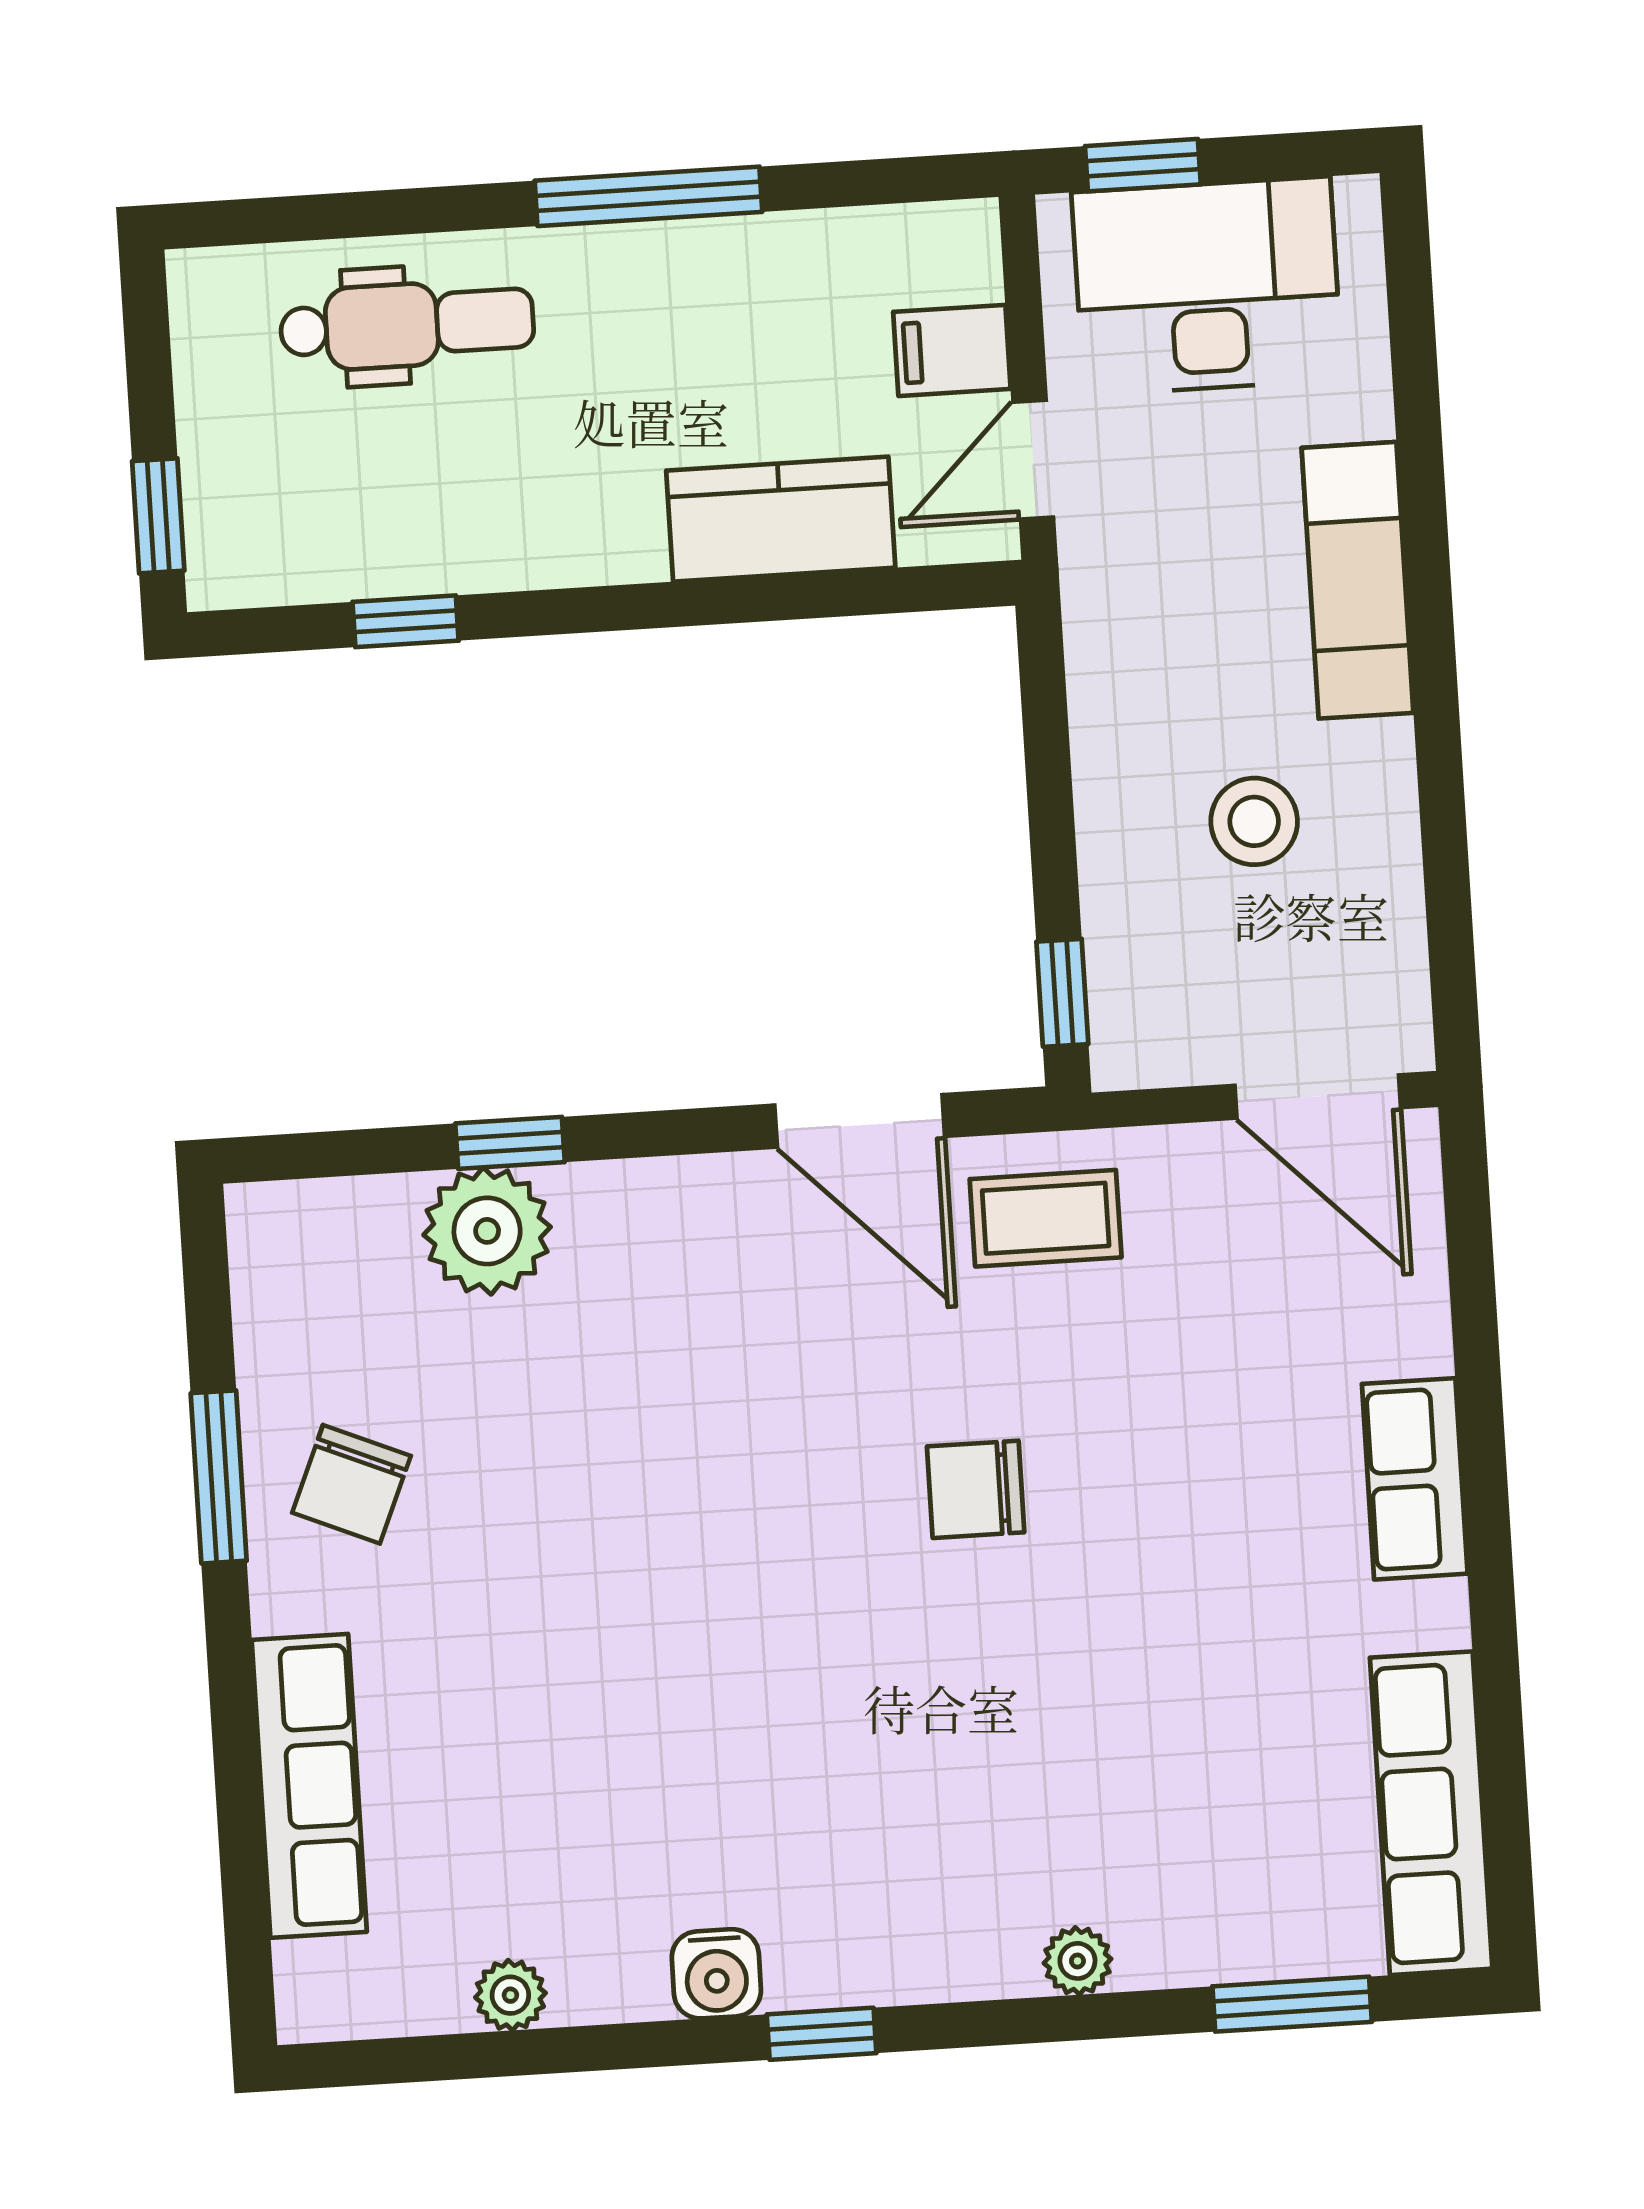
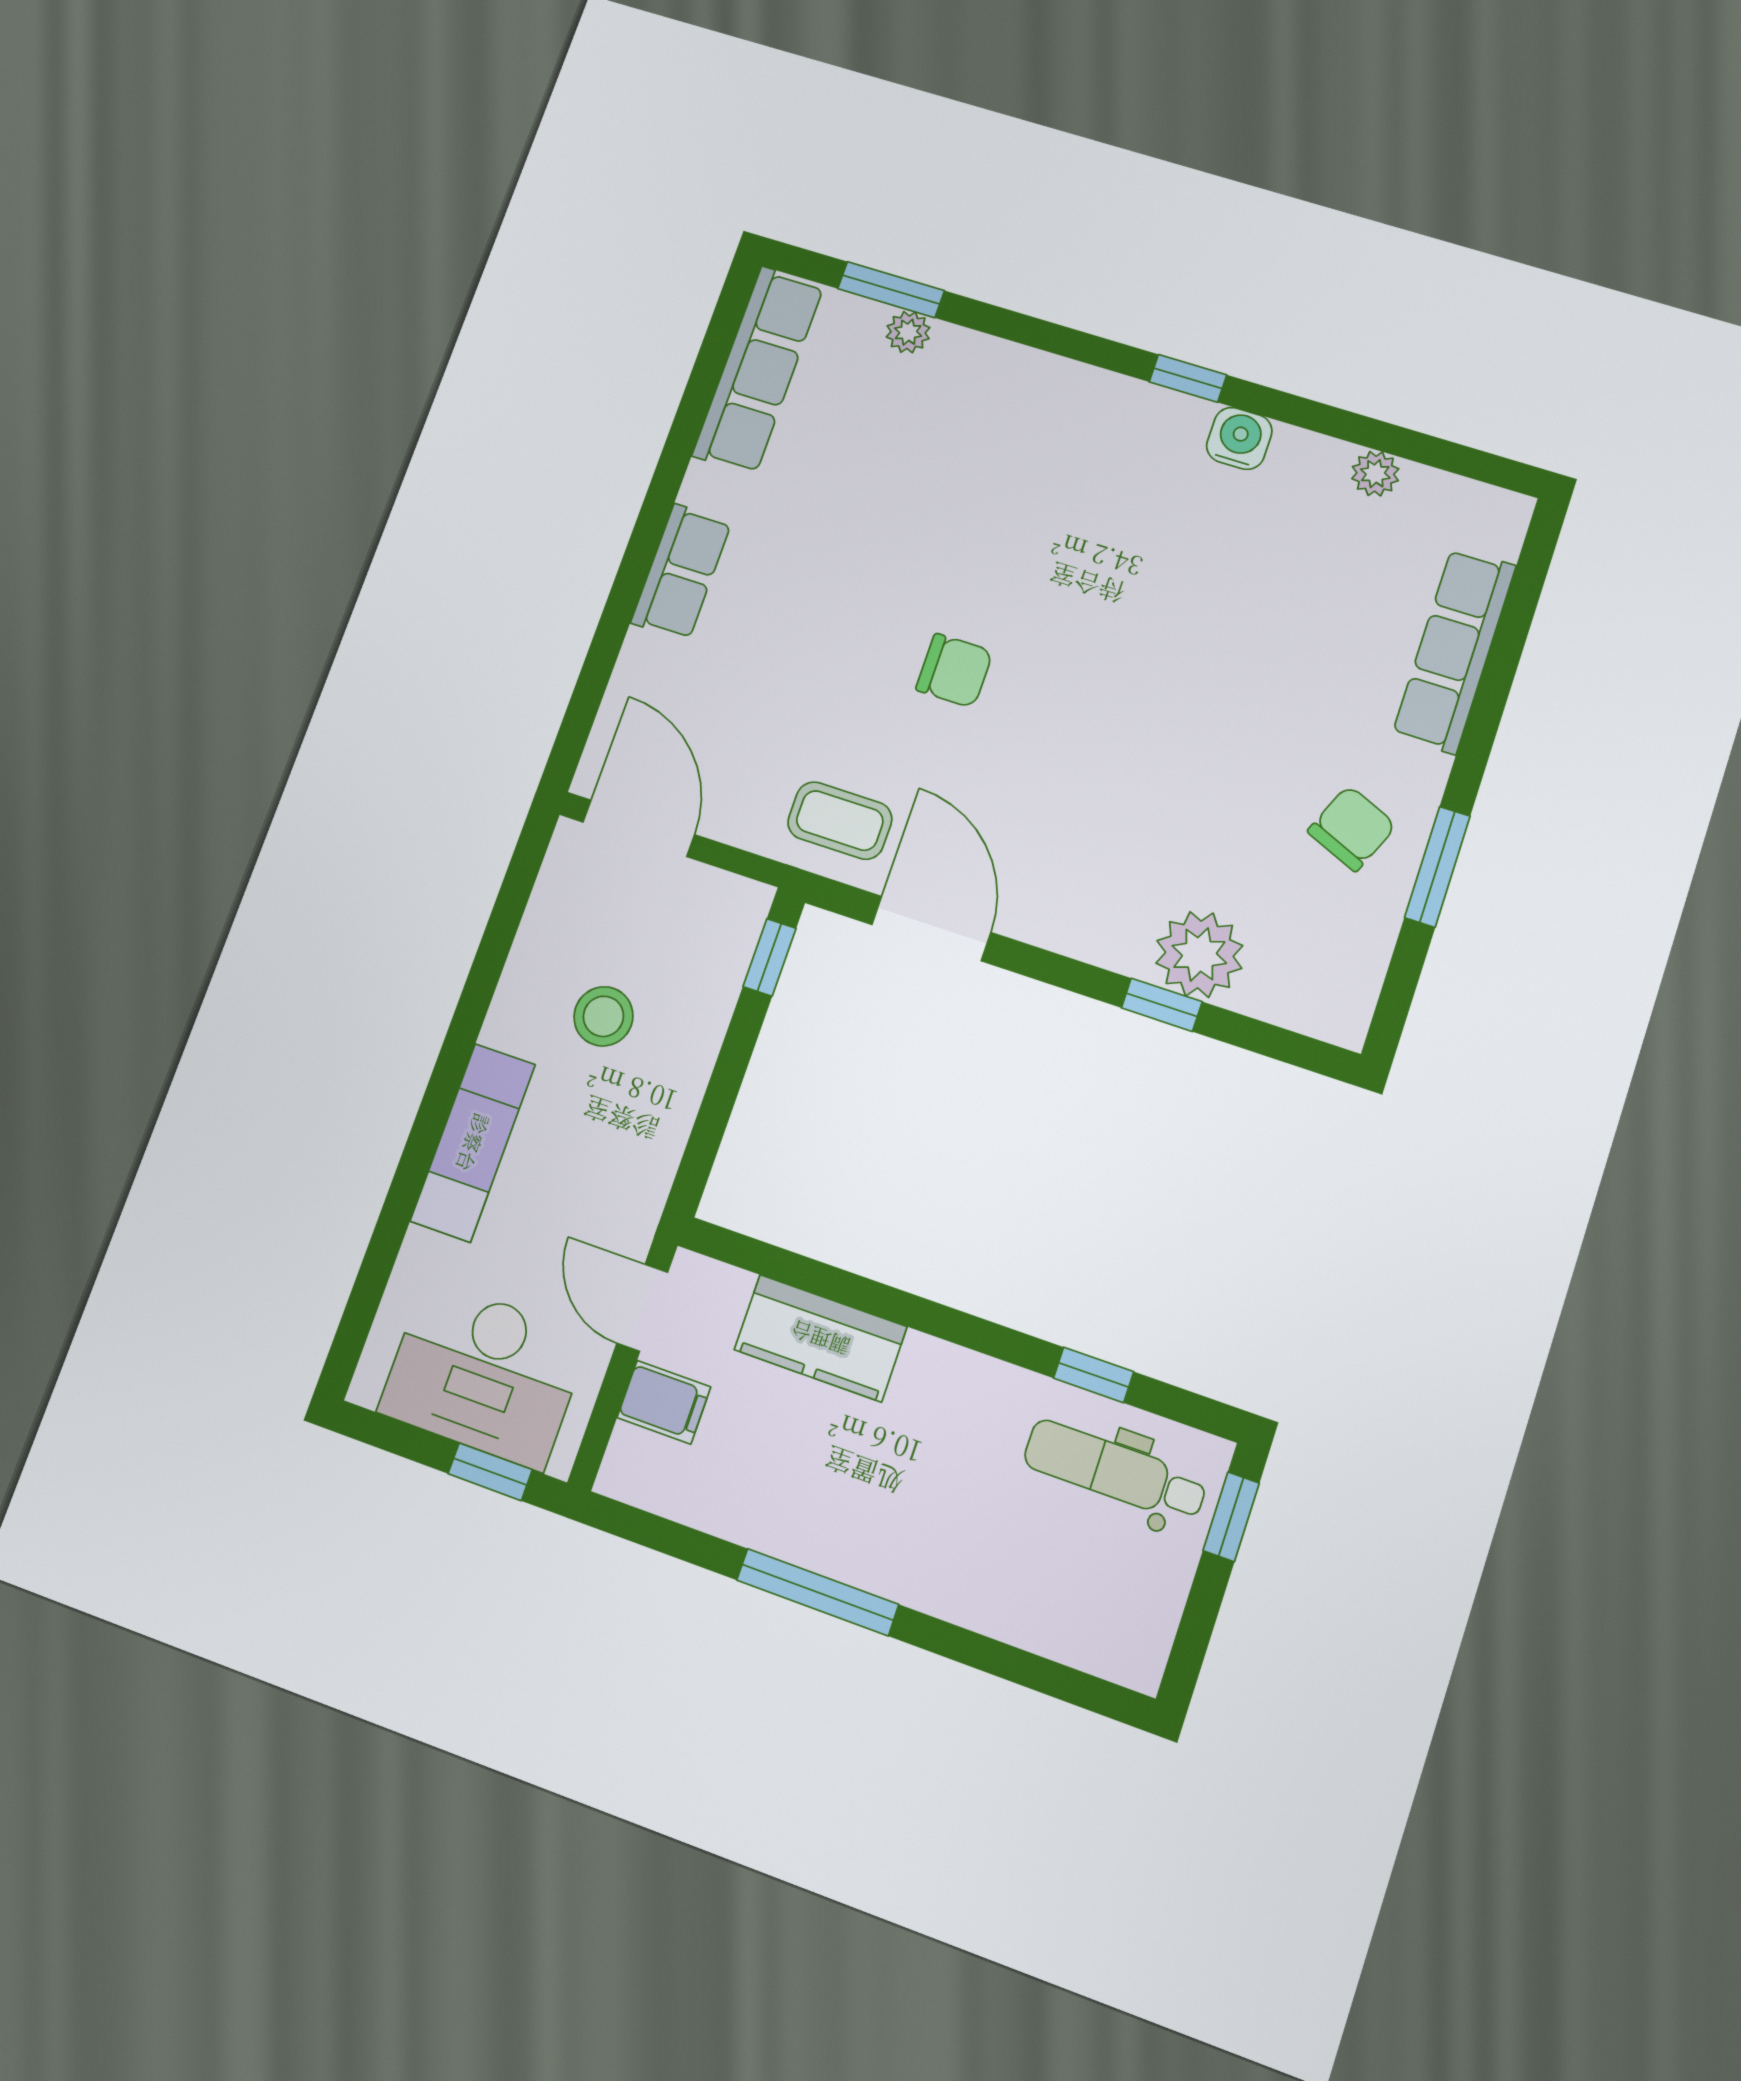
dental chair: (407, 325) -> (1115, 1471), moved
door: (1033, 460) -> (642, 1308), swing flipped
plant: (1077, 1961) -> (908, 332), moved

